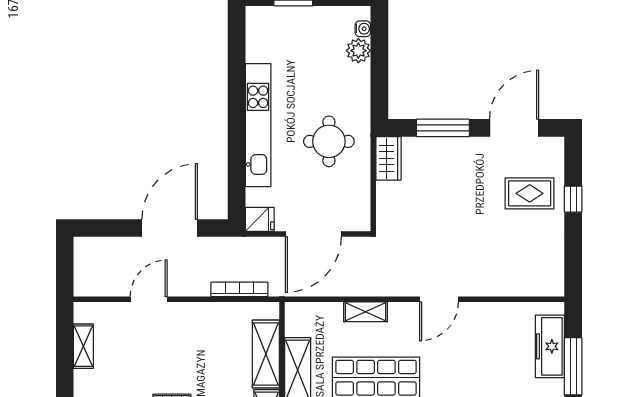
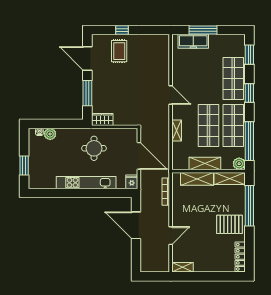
door: (149, 299) -> (171, 236), swing flipped
shelving: (83, 346) -> (183, 267), moved

